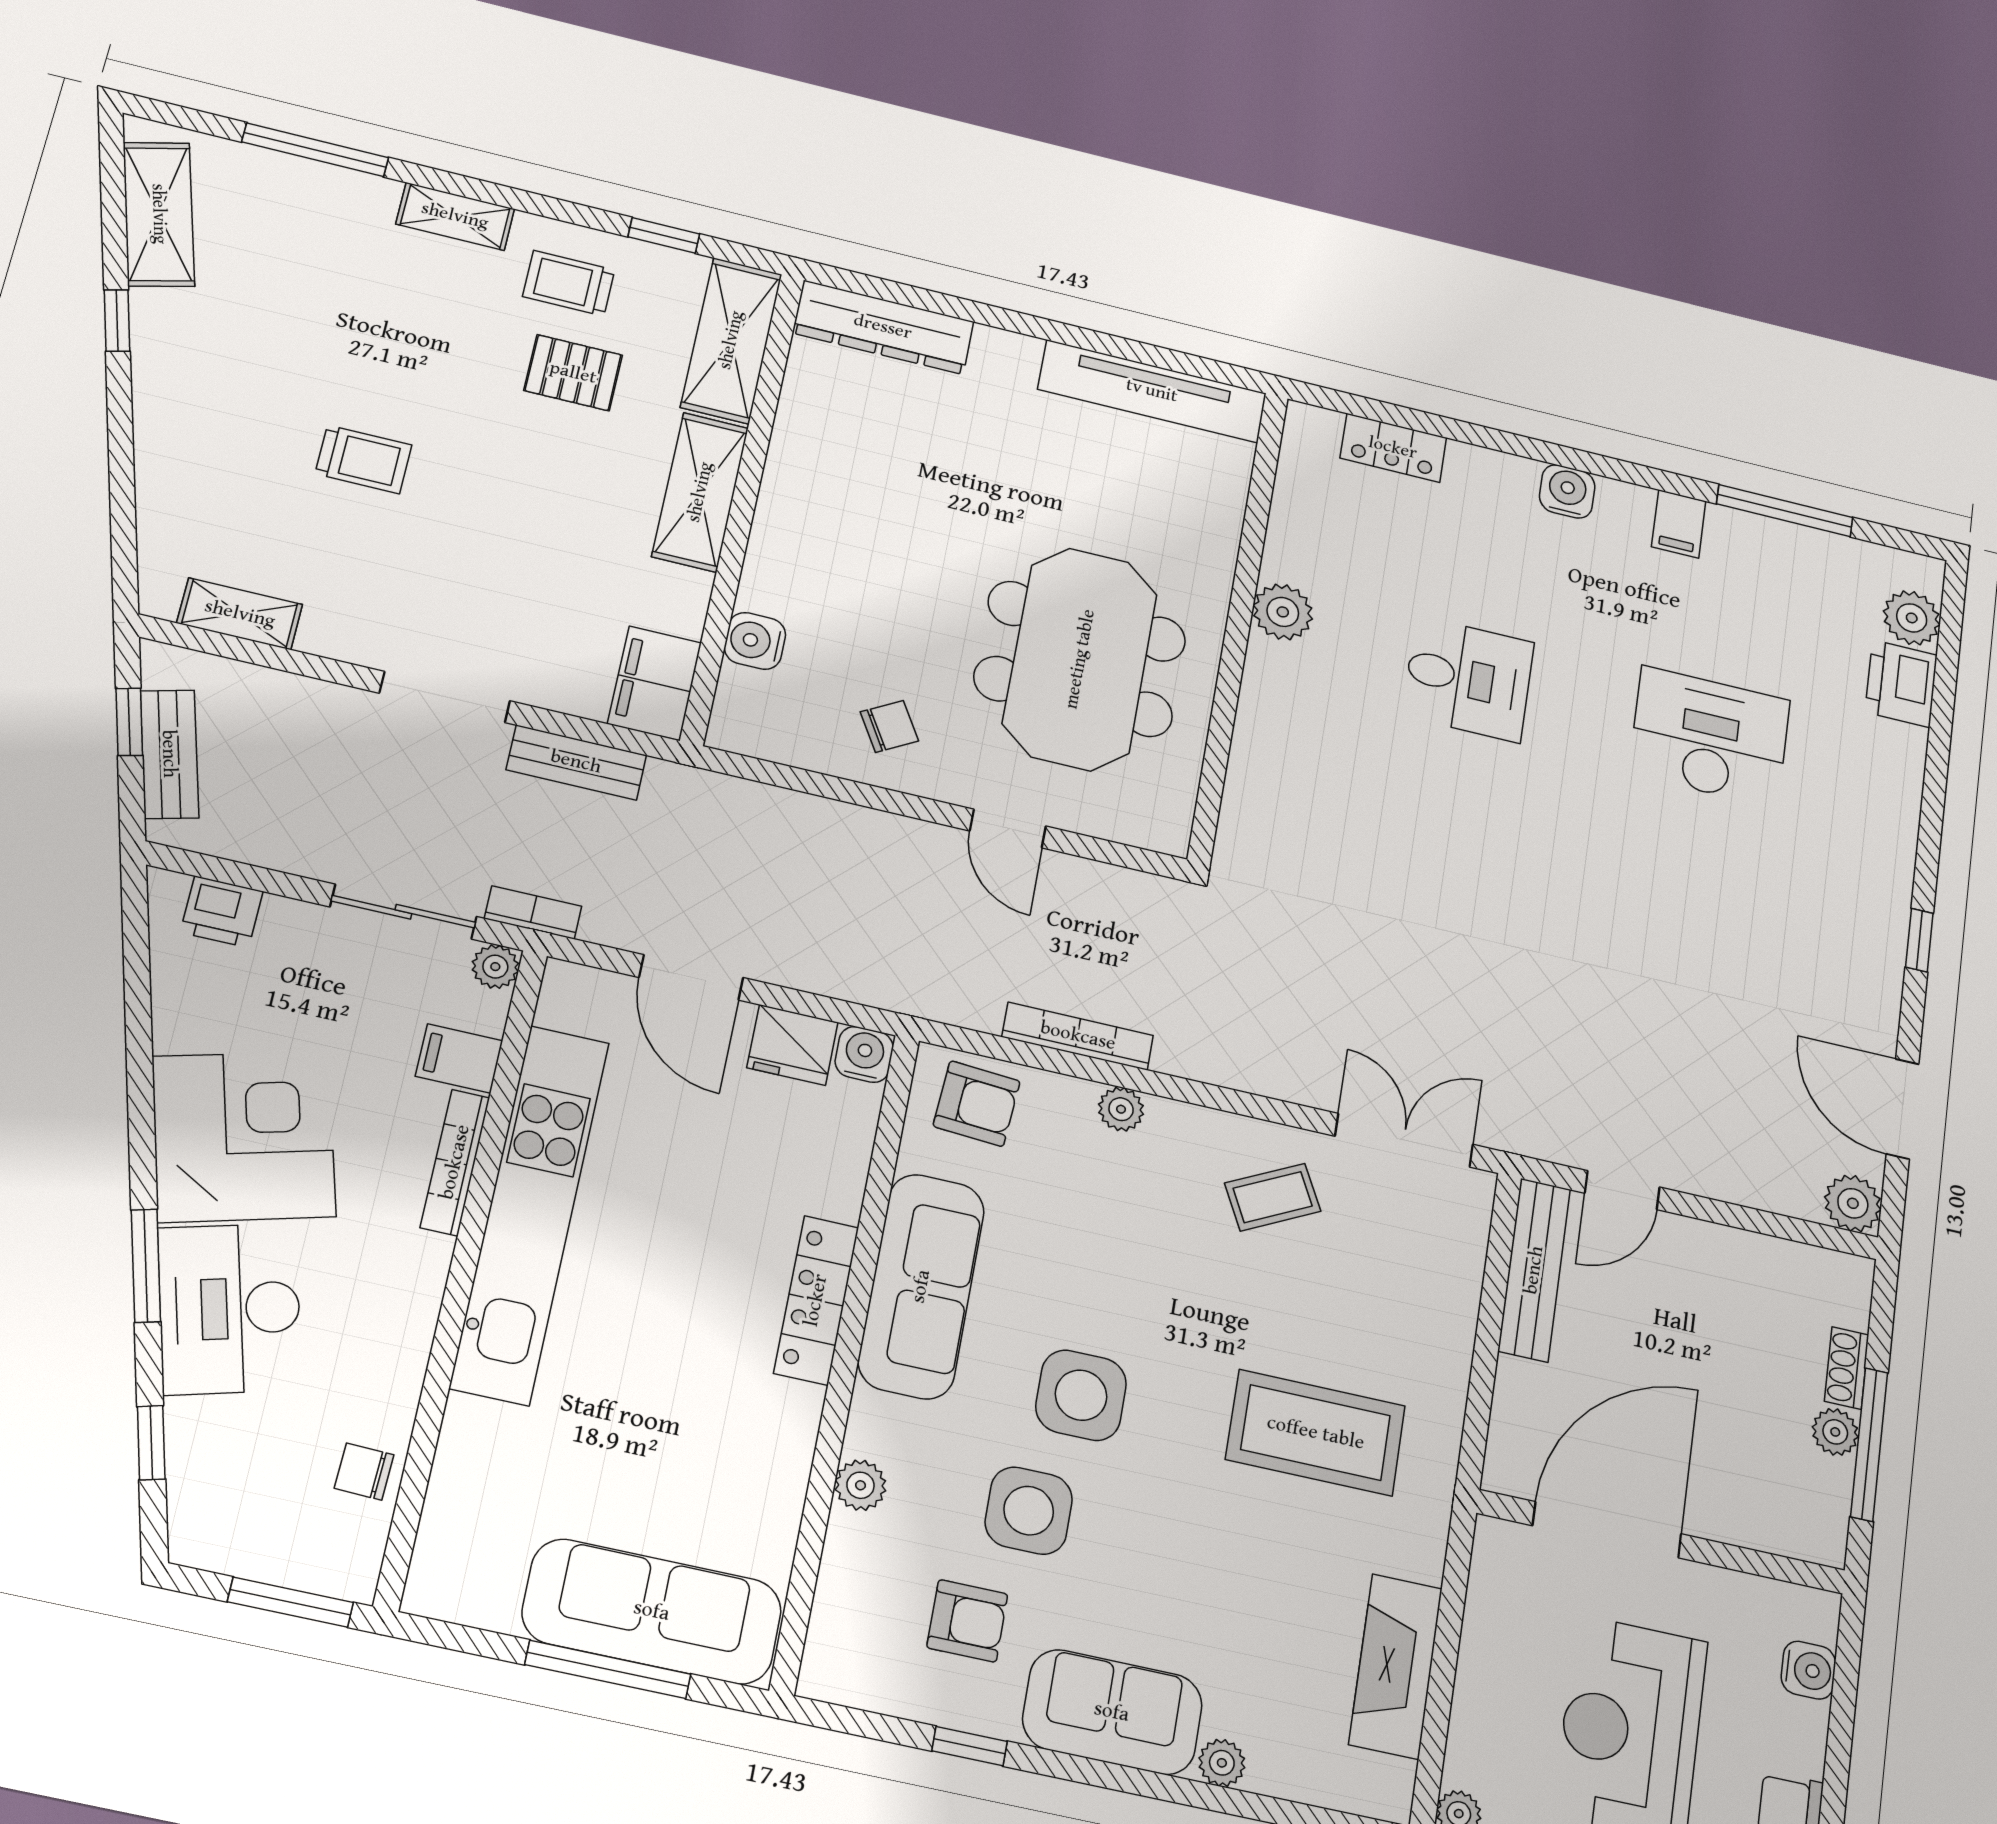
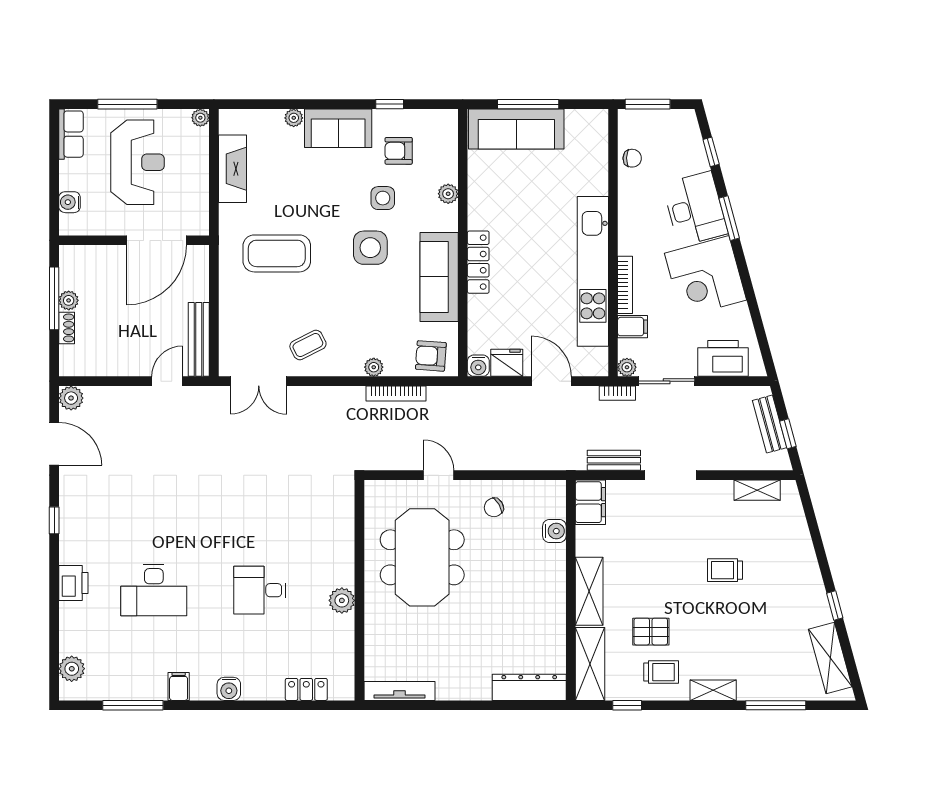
tv unit: (1152, 391) -> (399, 691), width x0.73, depth x0.78
printer: (1901, 684) -> (73, 583), moved
printer: (222, 912) -> (723, 358), width x1.87, depth x1.48
side table: (1029, 1511) -> (383, 198), width x0.73, depth x0.73

